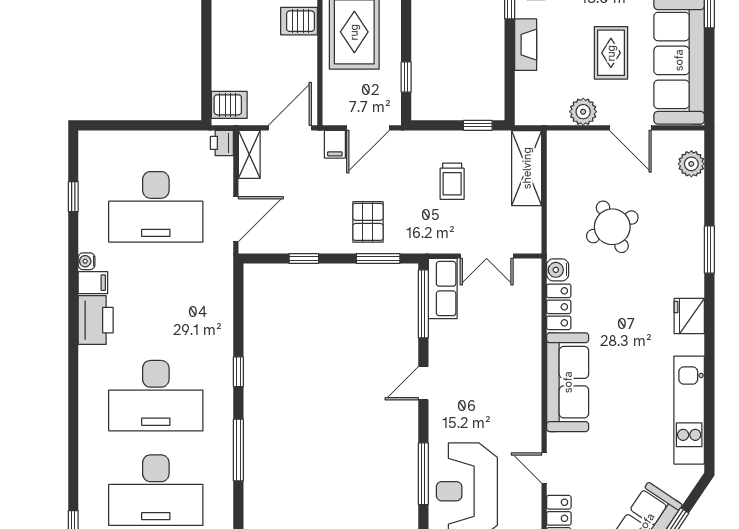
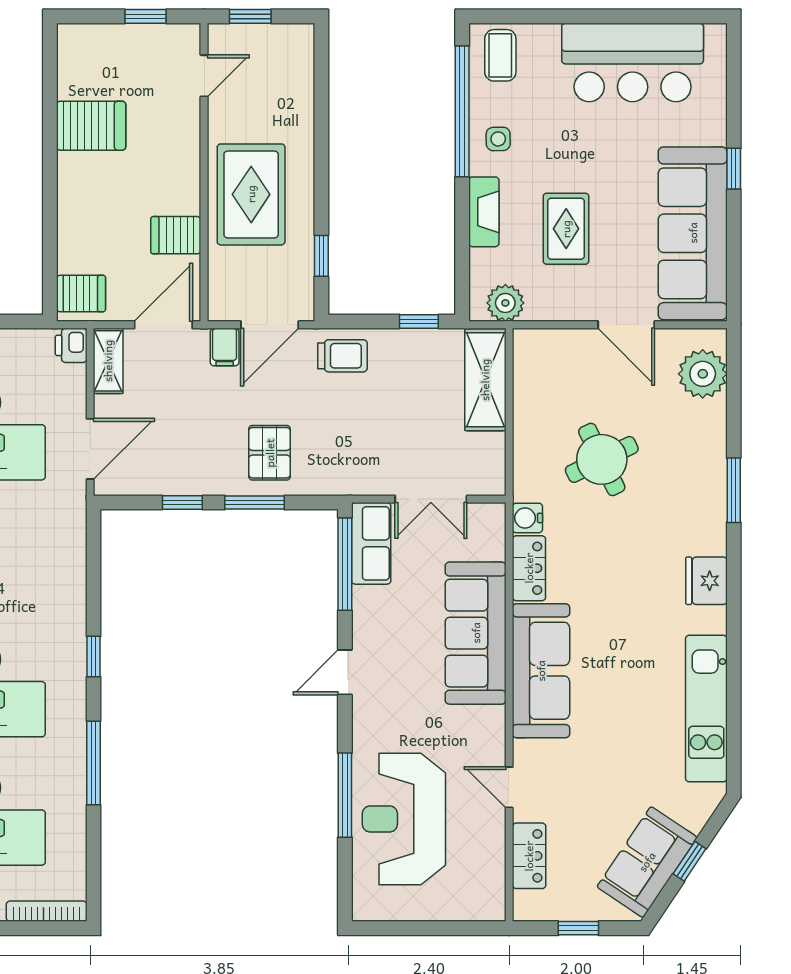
server rack: (299, 21) -> (176, 235), moved
rug: (611, 53) -> (566, 229), moved
plant: (583, 112) -> (505, 303), moved
plant: (691, 164) -> (703, 374), width x1.36, depth x1.36
trolley: (452, 181) -> (342, 356), moved, turned -90
window: (378, 258) -> (254, 502), moved
sofa: (519, 355) -> (476, 633), added

